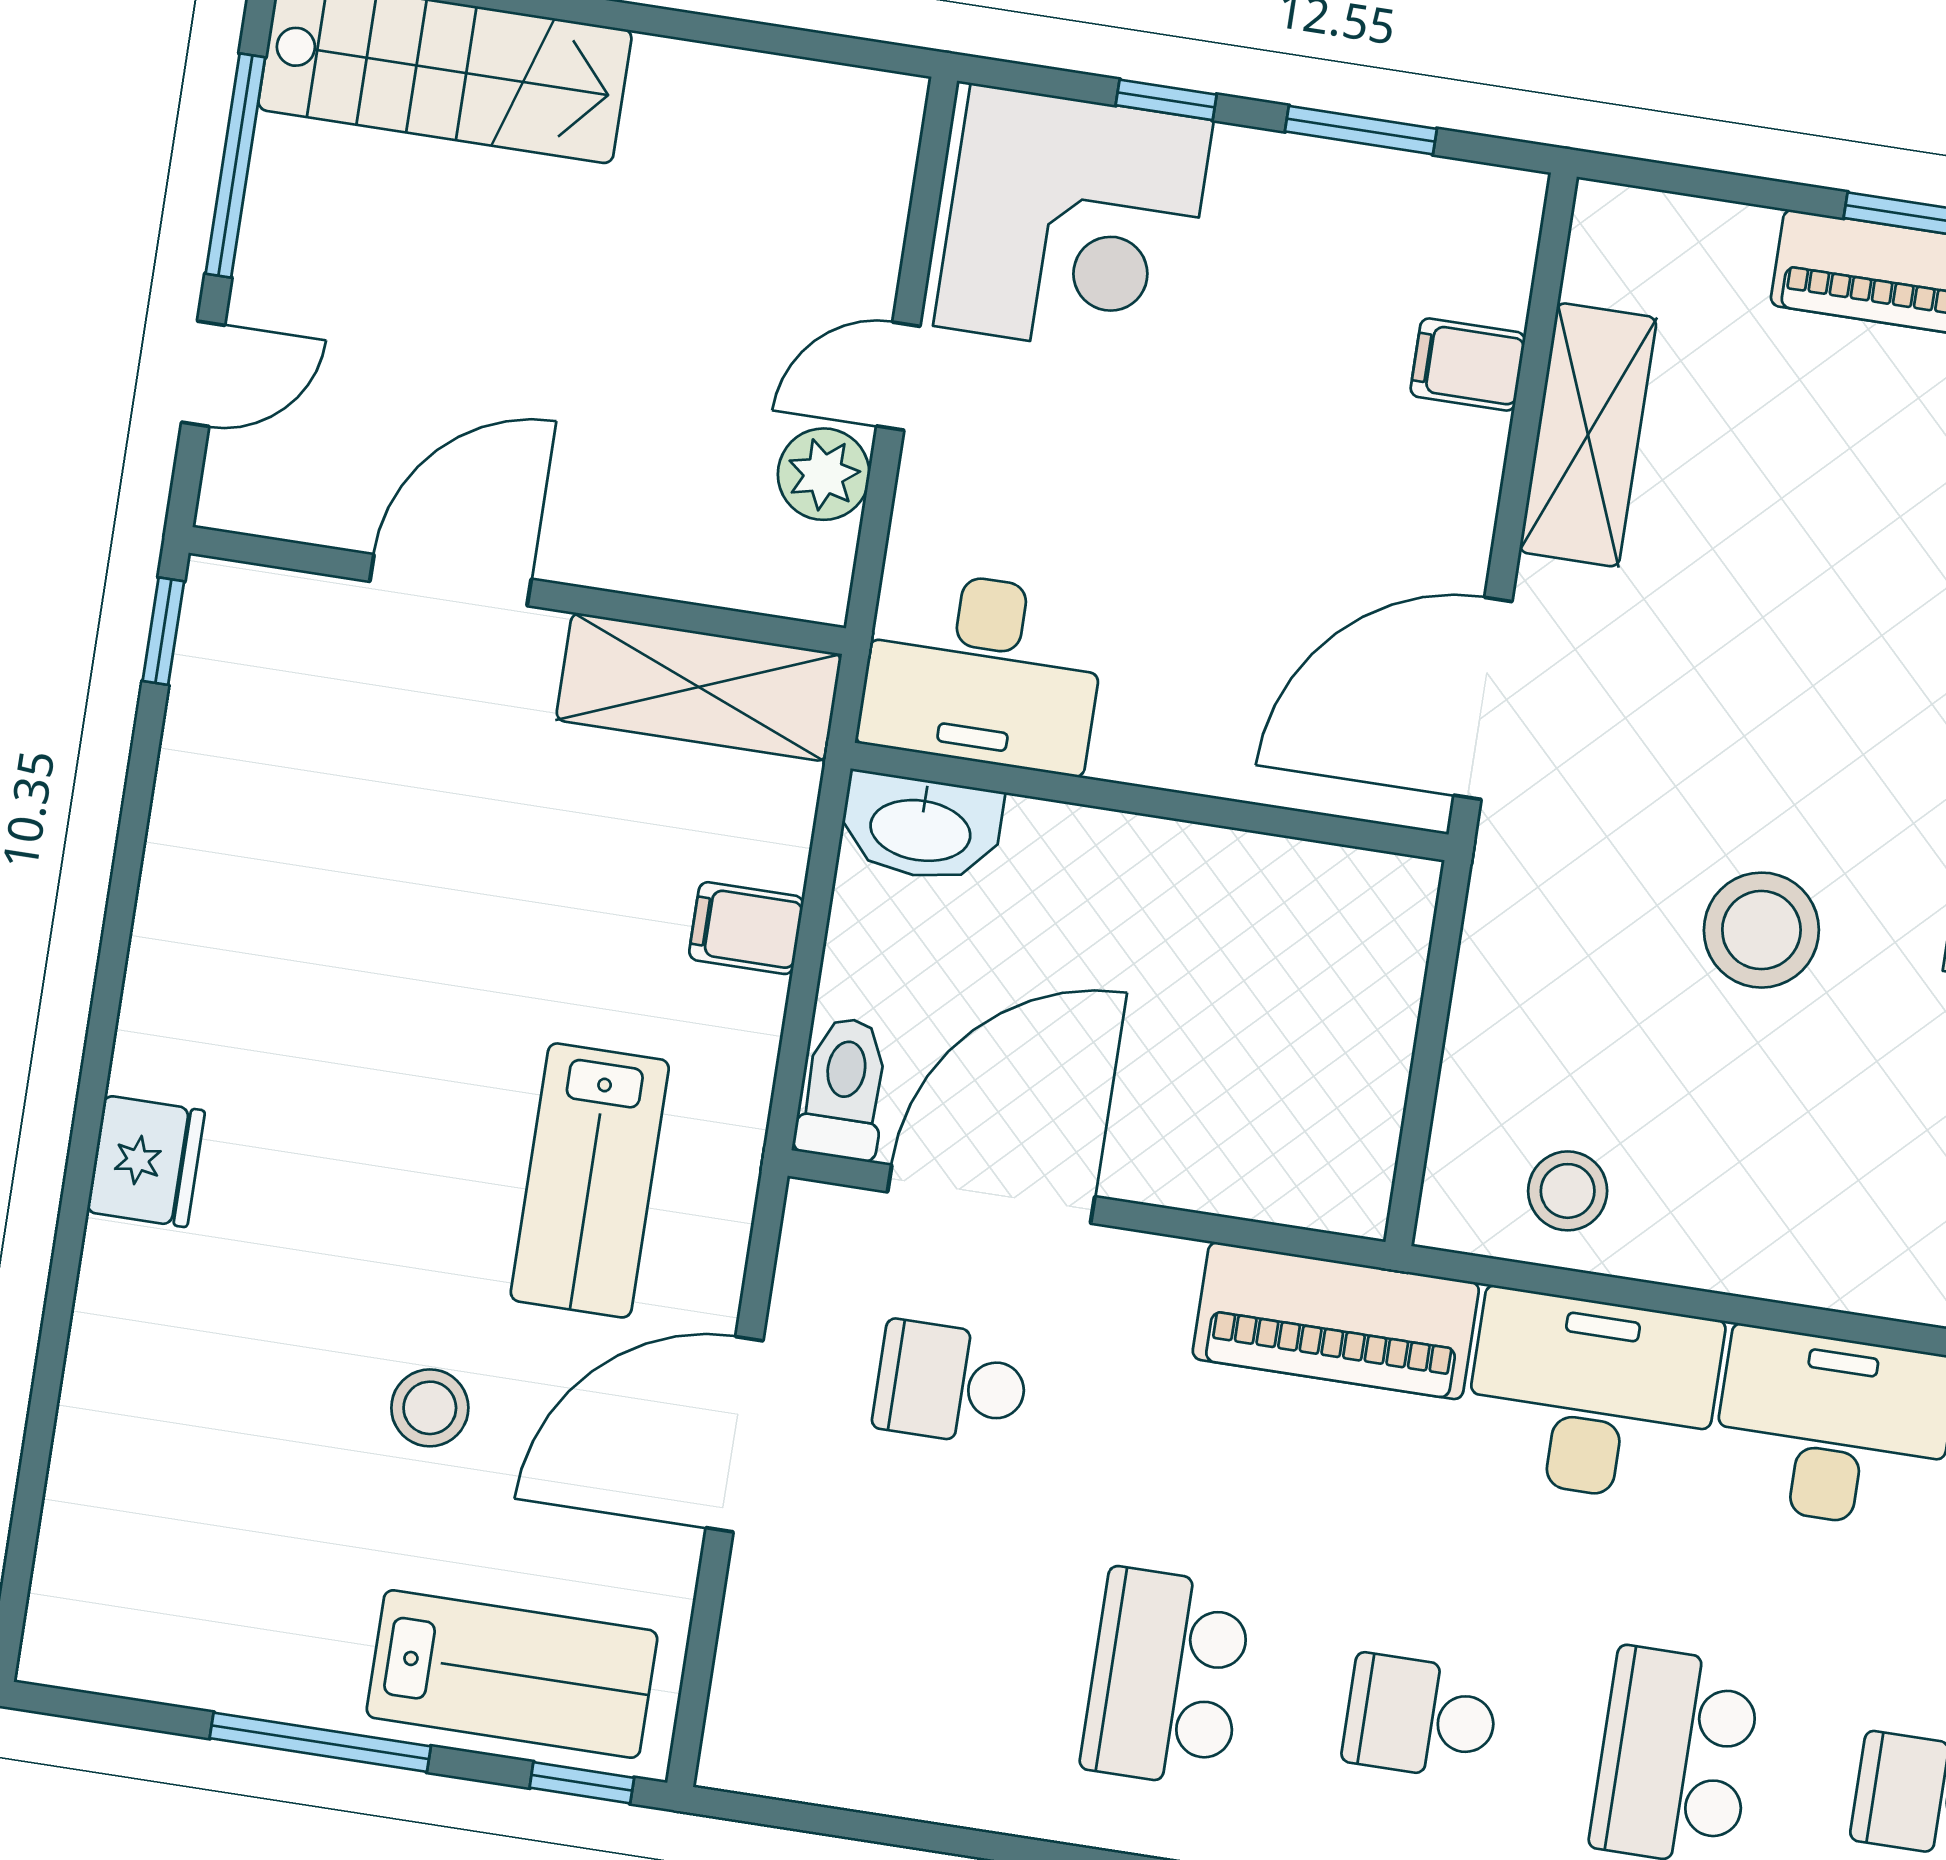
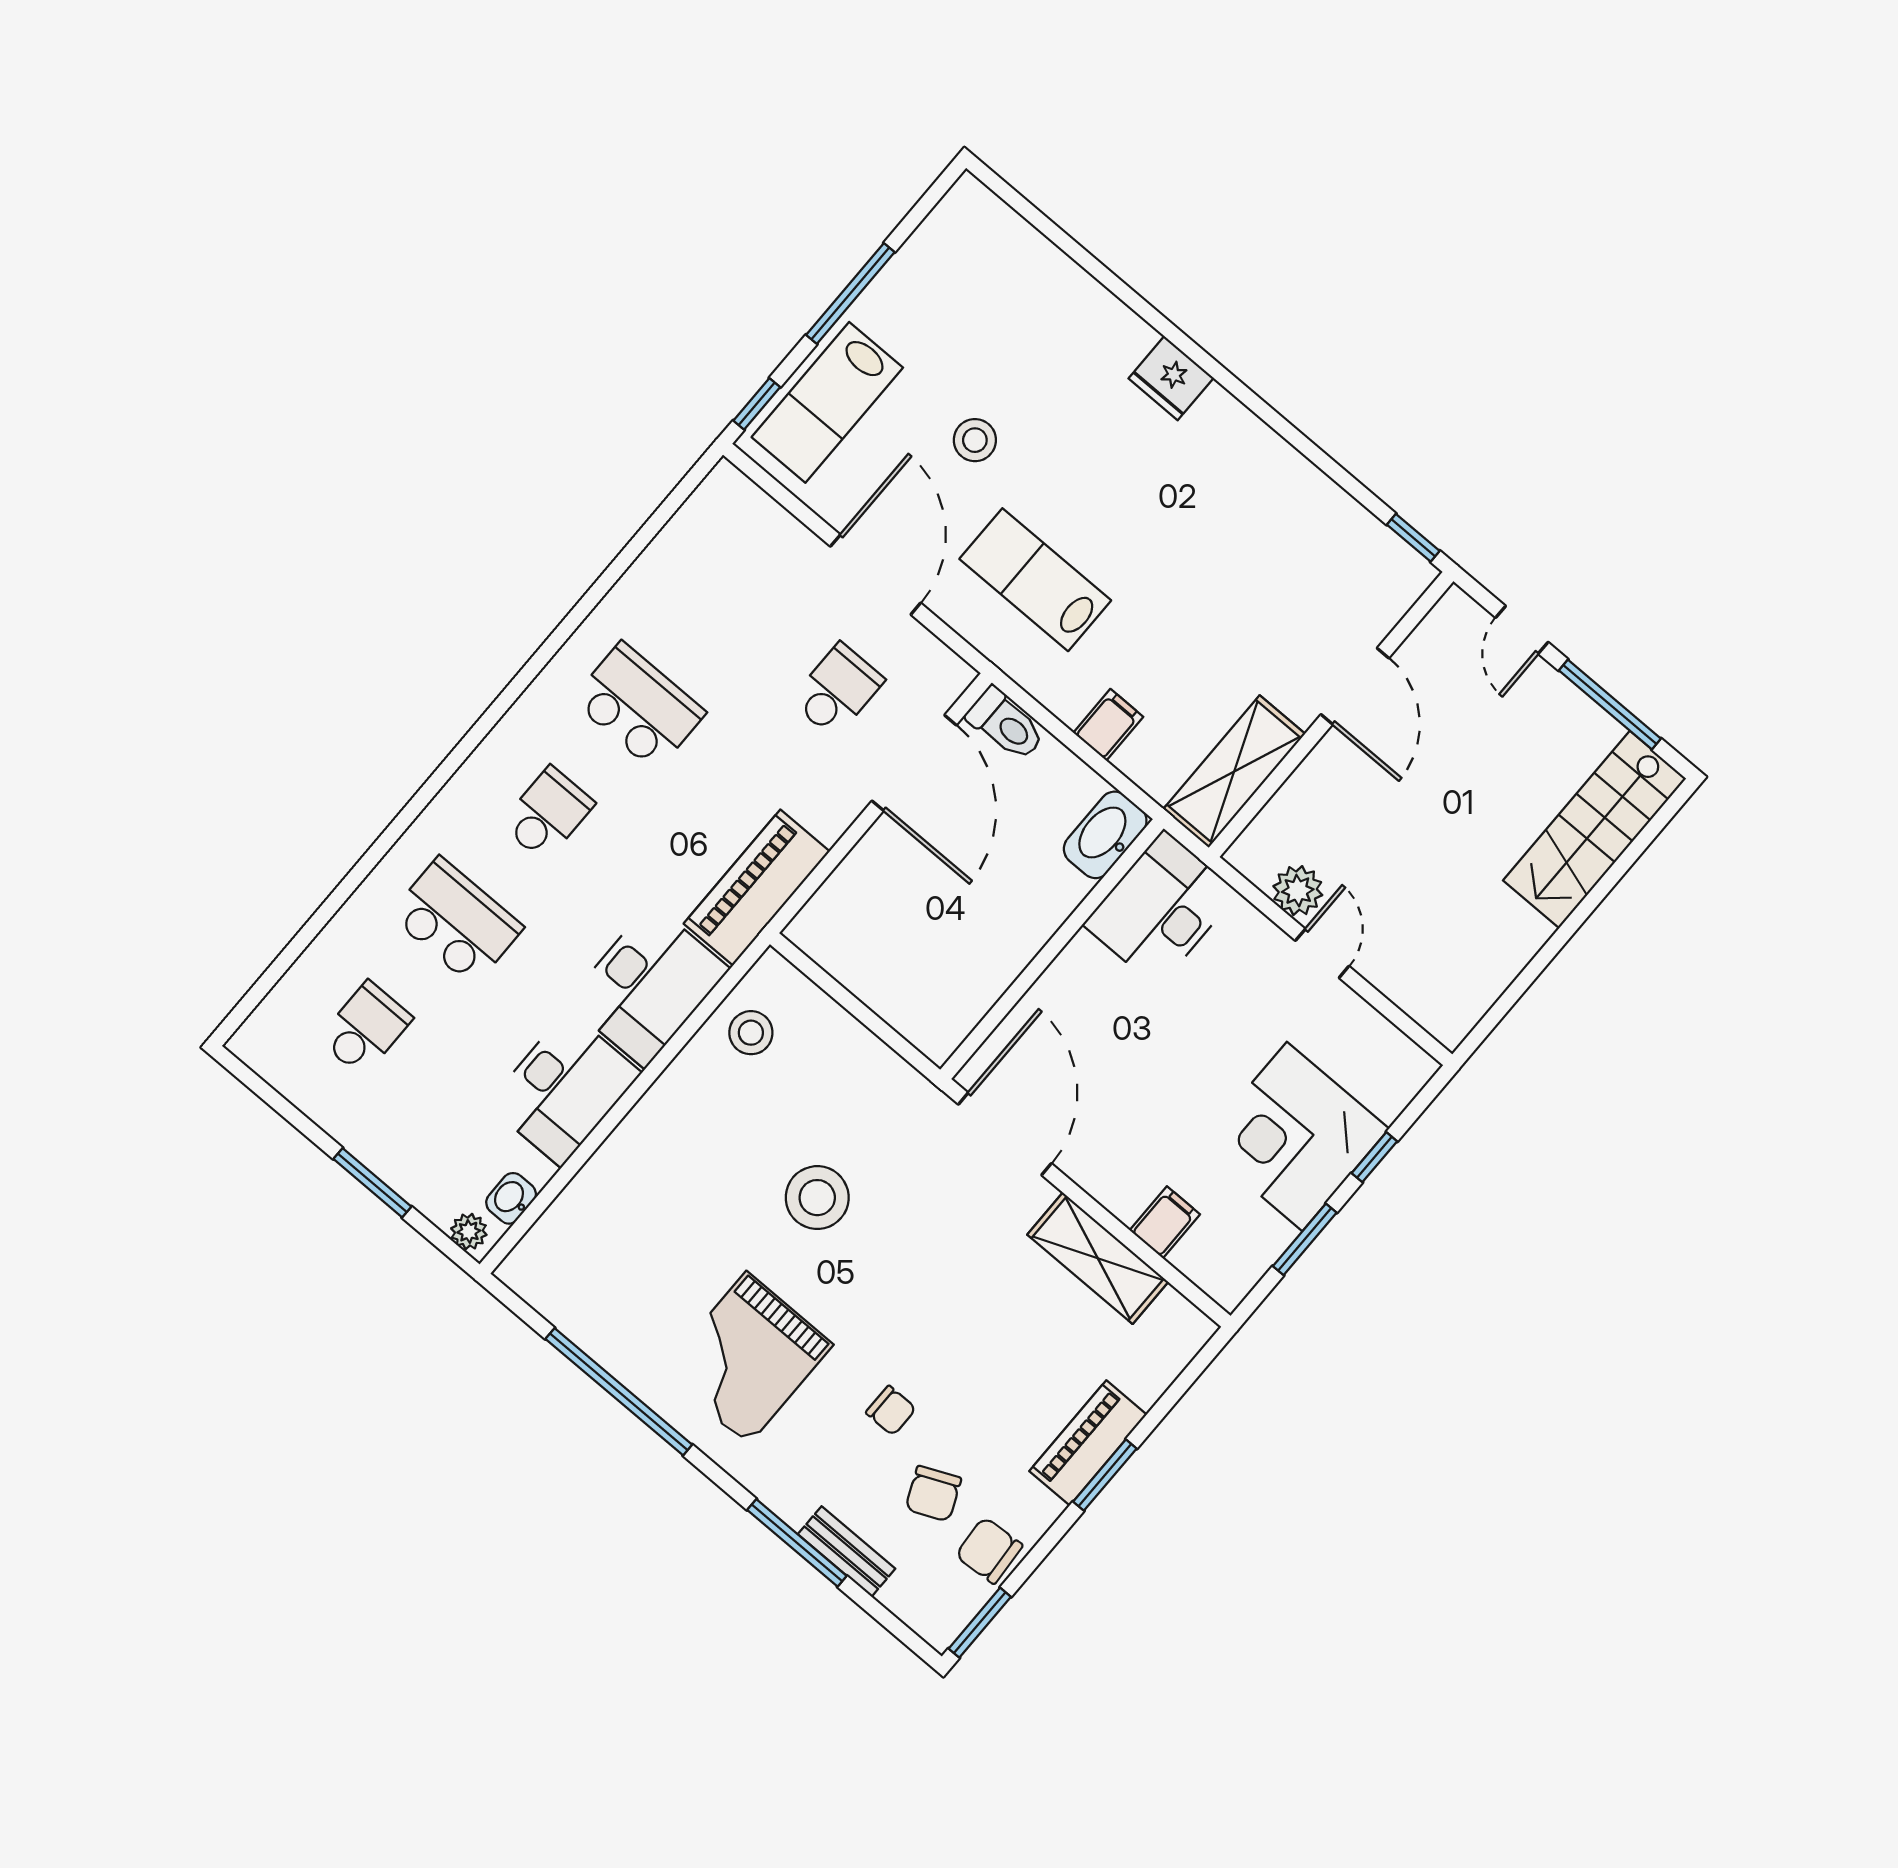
corner desk: (1073, 223) -> (1295, 1136), moved

